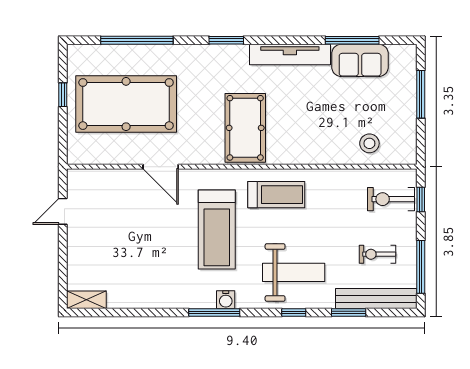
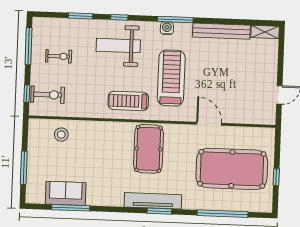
tv unit: (290, 54) -> (153, 201), moved
bench: (376, 299) -> (221, 31), moved

